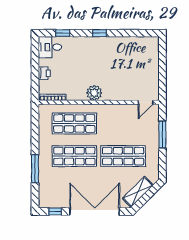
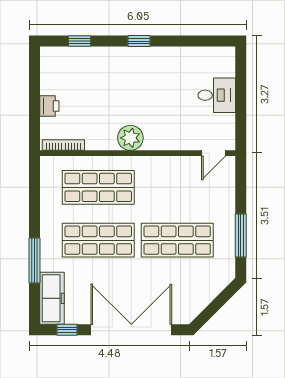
desk: (50, 47) -> (217, 95), moved, turned 180
window: (162, 135) -> (241, 235), moved
freezer: (46, 192) -> (52, 298), added
shelving: (138, 192) -> (201, 298), removed

